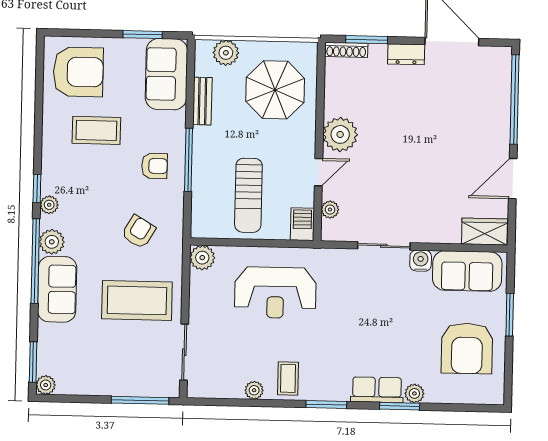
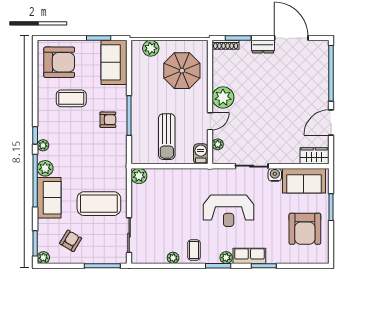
bench: (202, 101) -> (137, 79), removed
armchair: (138, 232) -> (71, 241), moved
reception desk: (275, 293) -> (229, 211), moved
plant: (414, 393) -> (226, 258), moved

